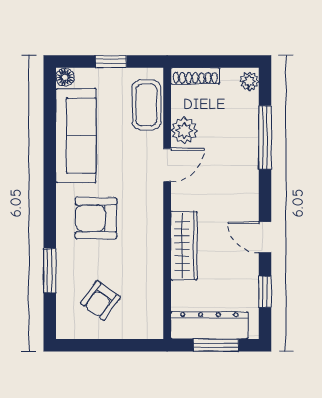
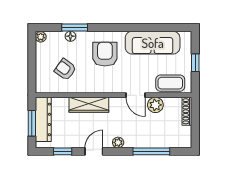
floor lamp: (65, 77) -> (70, 36), moved
plant: (249, 81) -> (118, 142), moved
armchair: (100, 300) -> (65, 69), moved
plant: (66, 330) -> (41, 37), added

